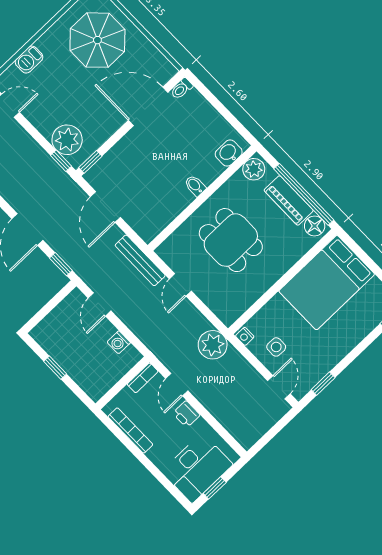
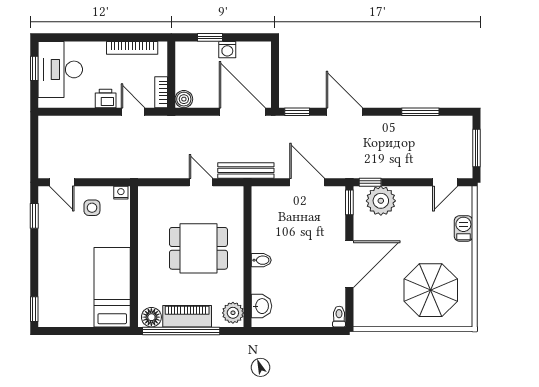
door: (148, 106) -> (349, 264), moved
bed: (327, 283) -> (112, 287), width x0.67
door: (100, 304) -> (242, 112), width x1.88
washing machine: (119, 342) -> (227, 50), moved, turned 180
plant: (213, 345) -> (137, 164), removed
boiler: (132, 356) -> (184, 99), added
window: (55, 368) -> (210, 37), moved

